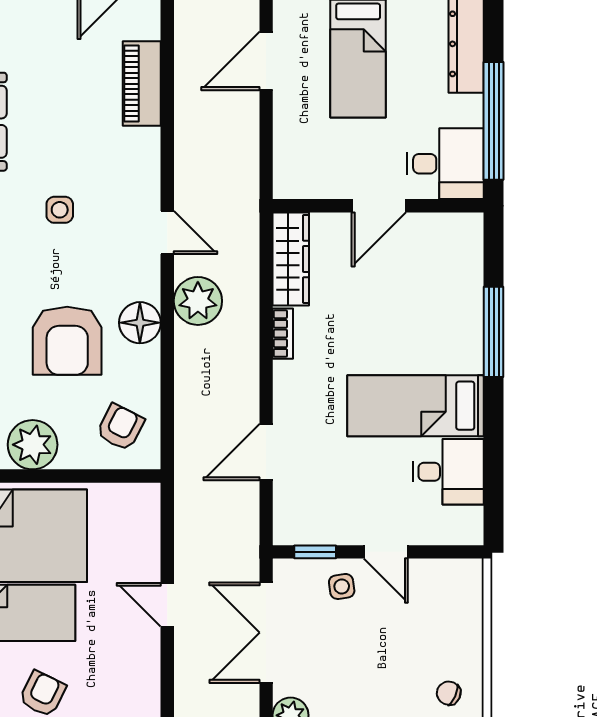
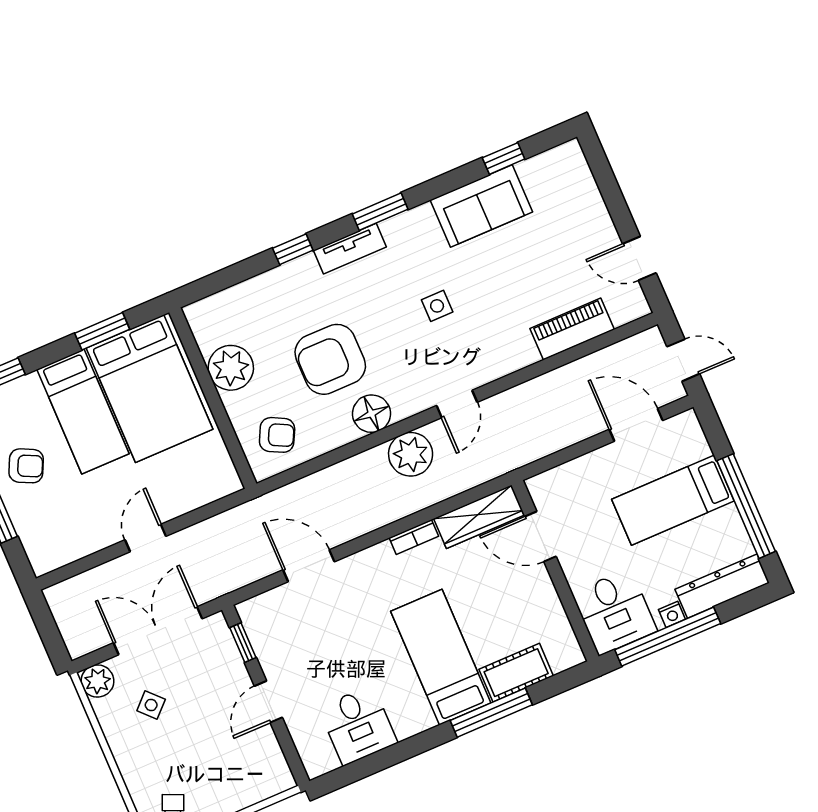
nightstand: (473, 107) -> (672, 614), added
door: (379, 206) -> (540, 537), moved
cot: (464, 289) -> (516, 673), added
bed: (416, 406) -> (441, 657), moved
side table: (342, 586) -> (151, 705), moved, turned -36

